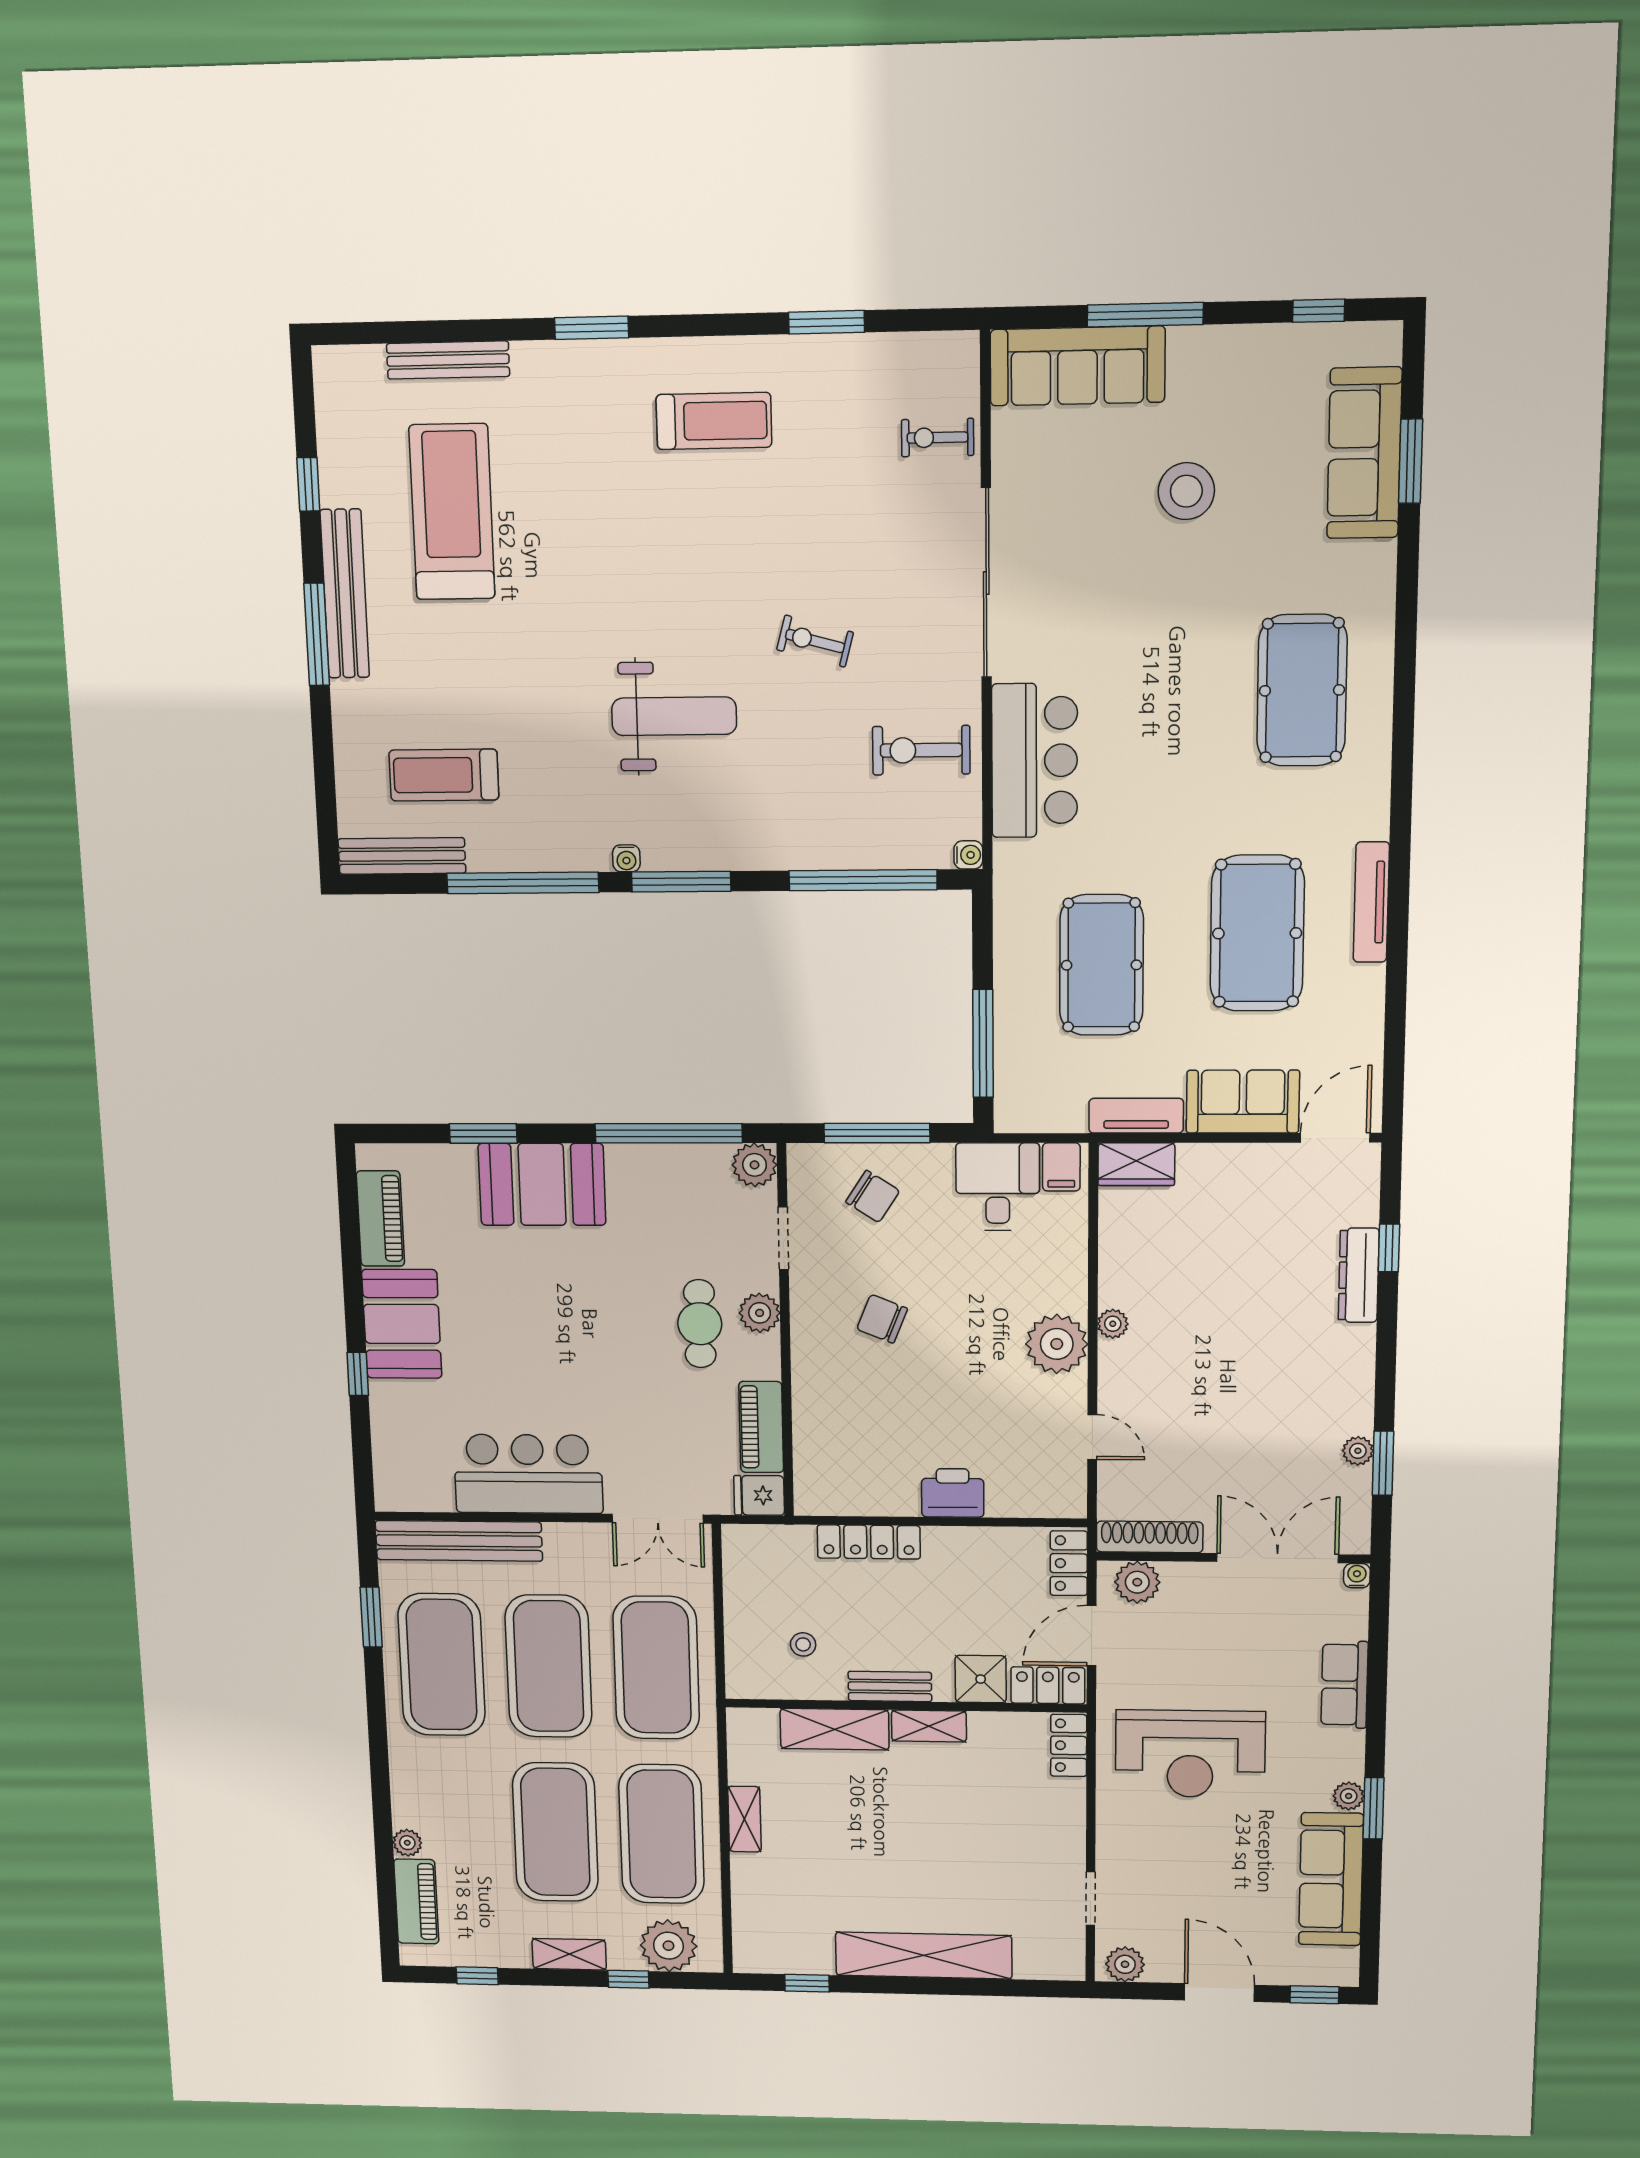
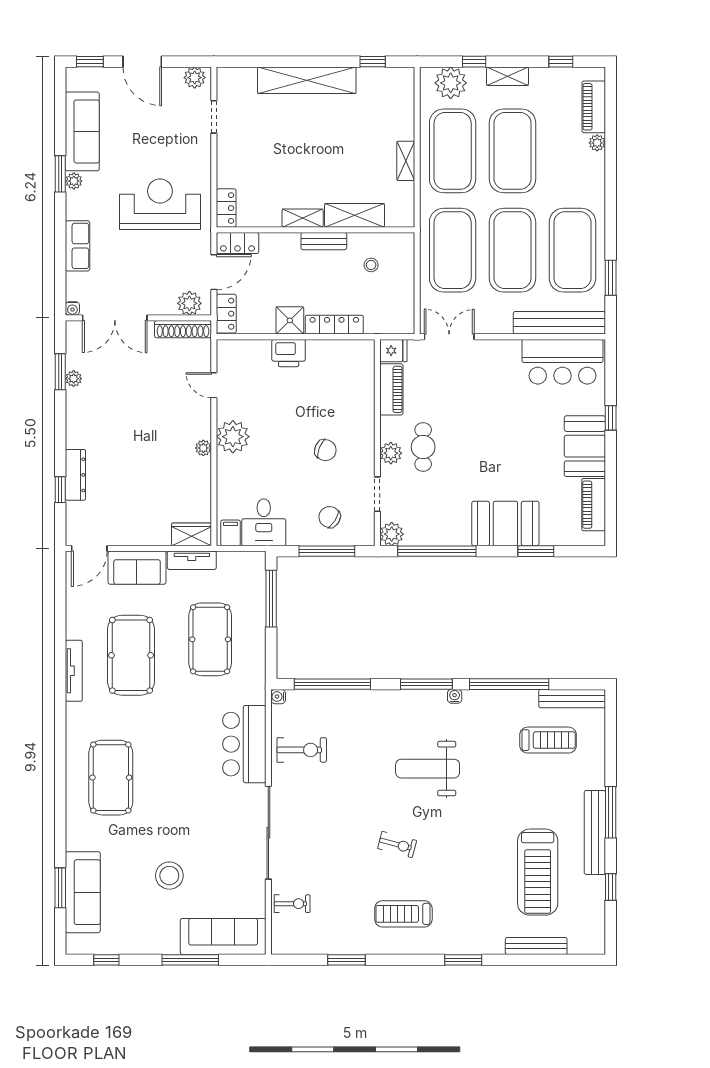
exercise bike: (815, 641) -> (397, 844), moved
bar counter: (528, 1474) -> (562, 362), moved
shower: (981, 1679) -> (290, 320), moved

